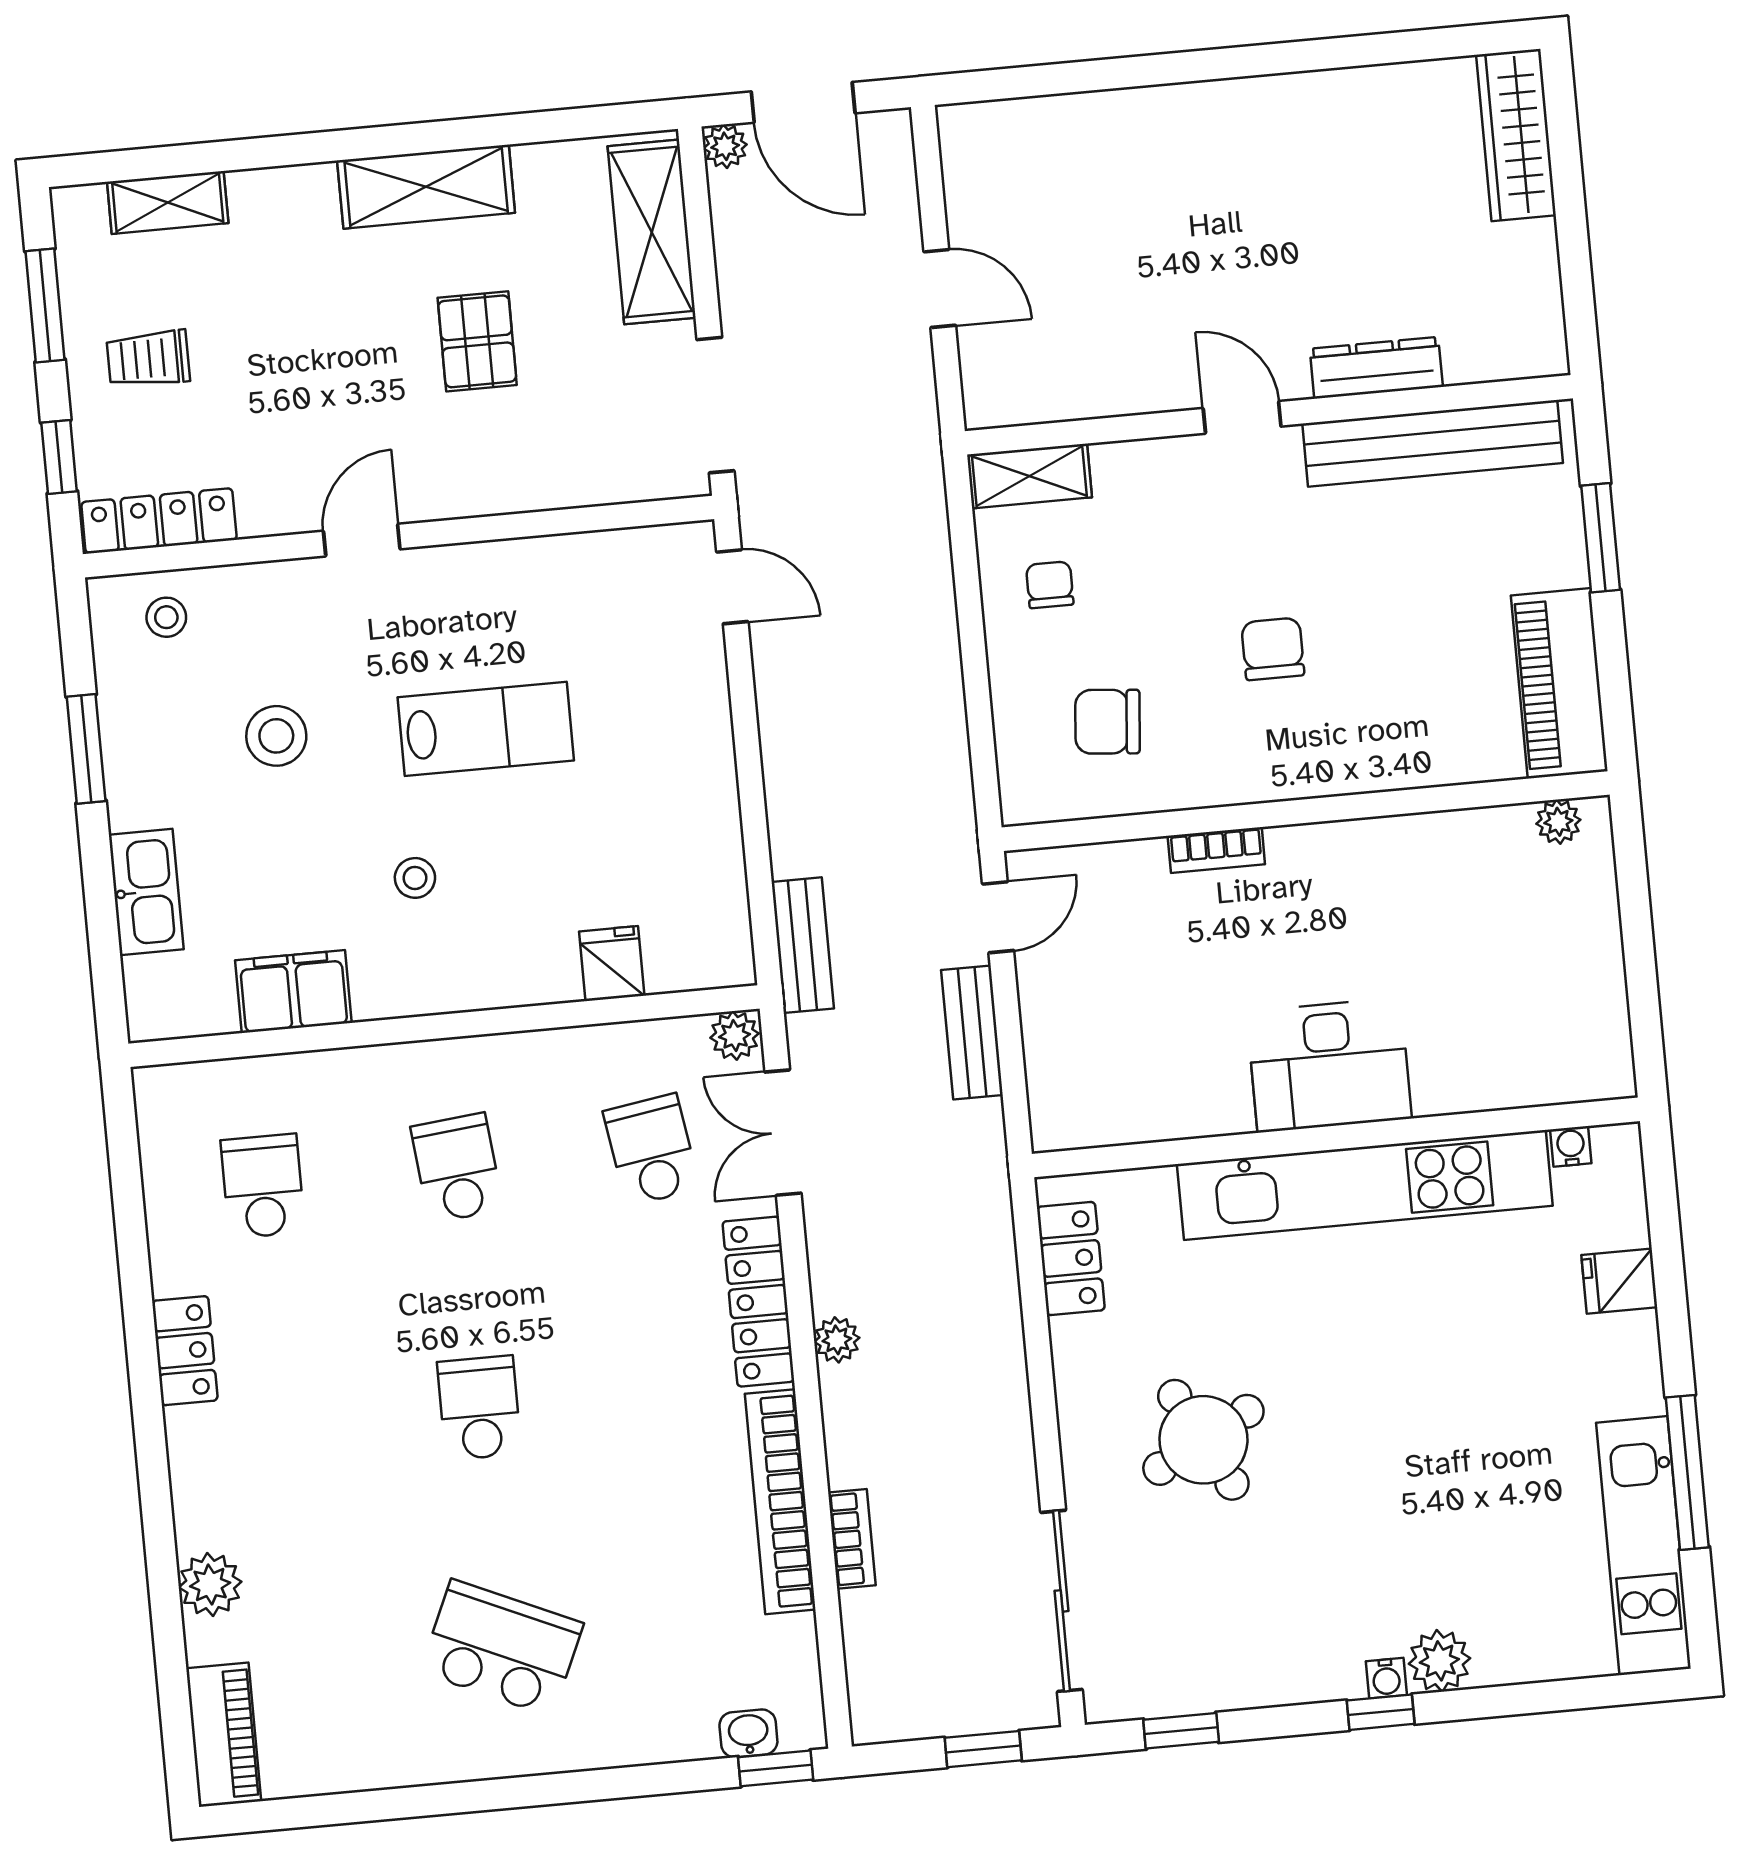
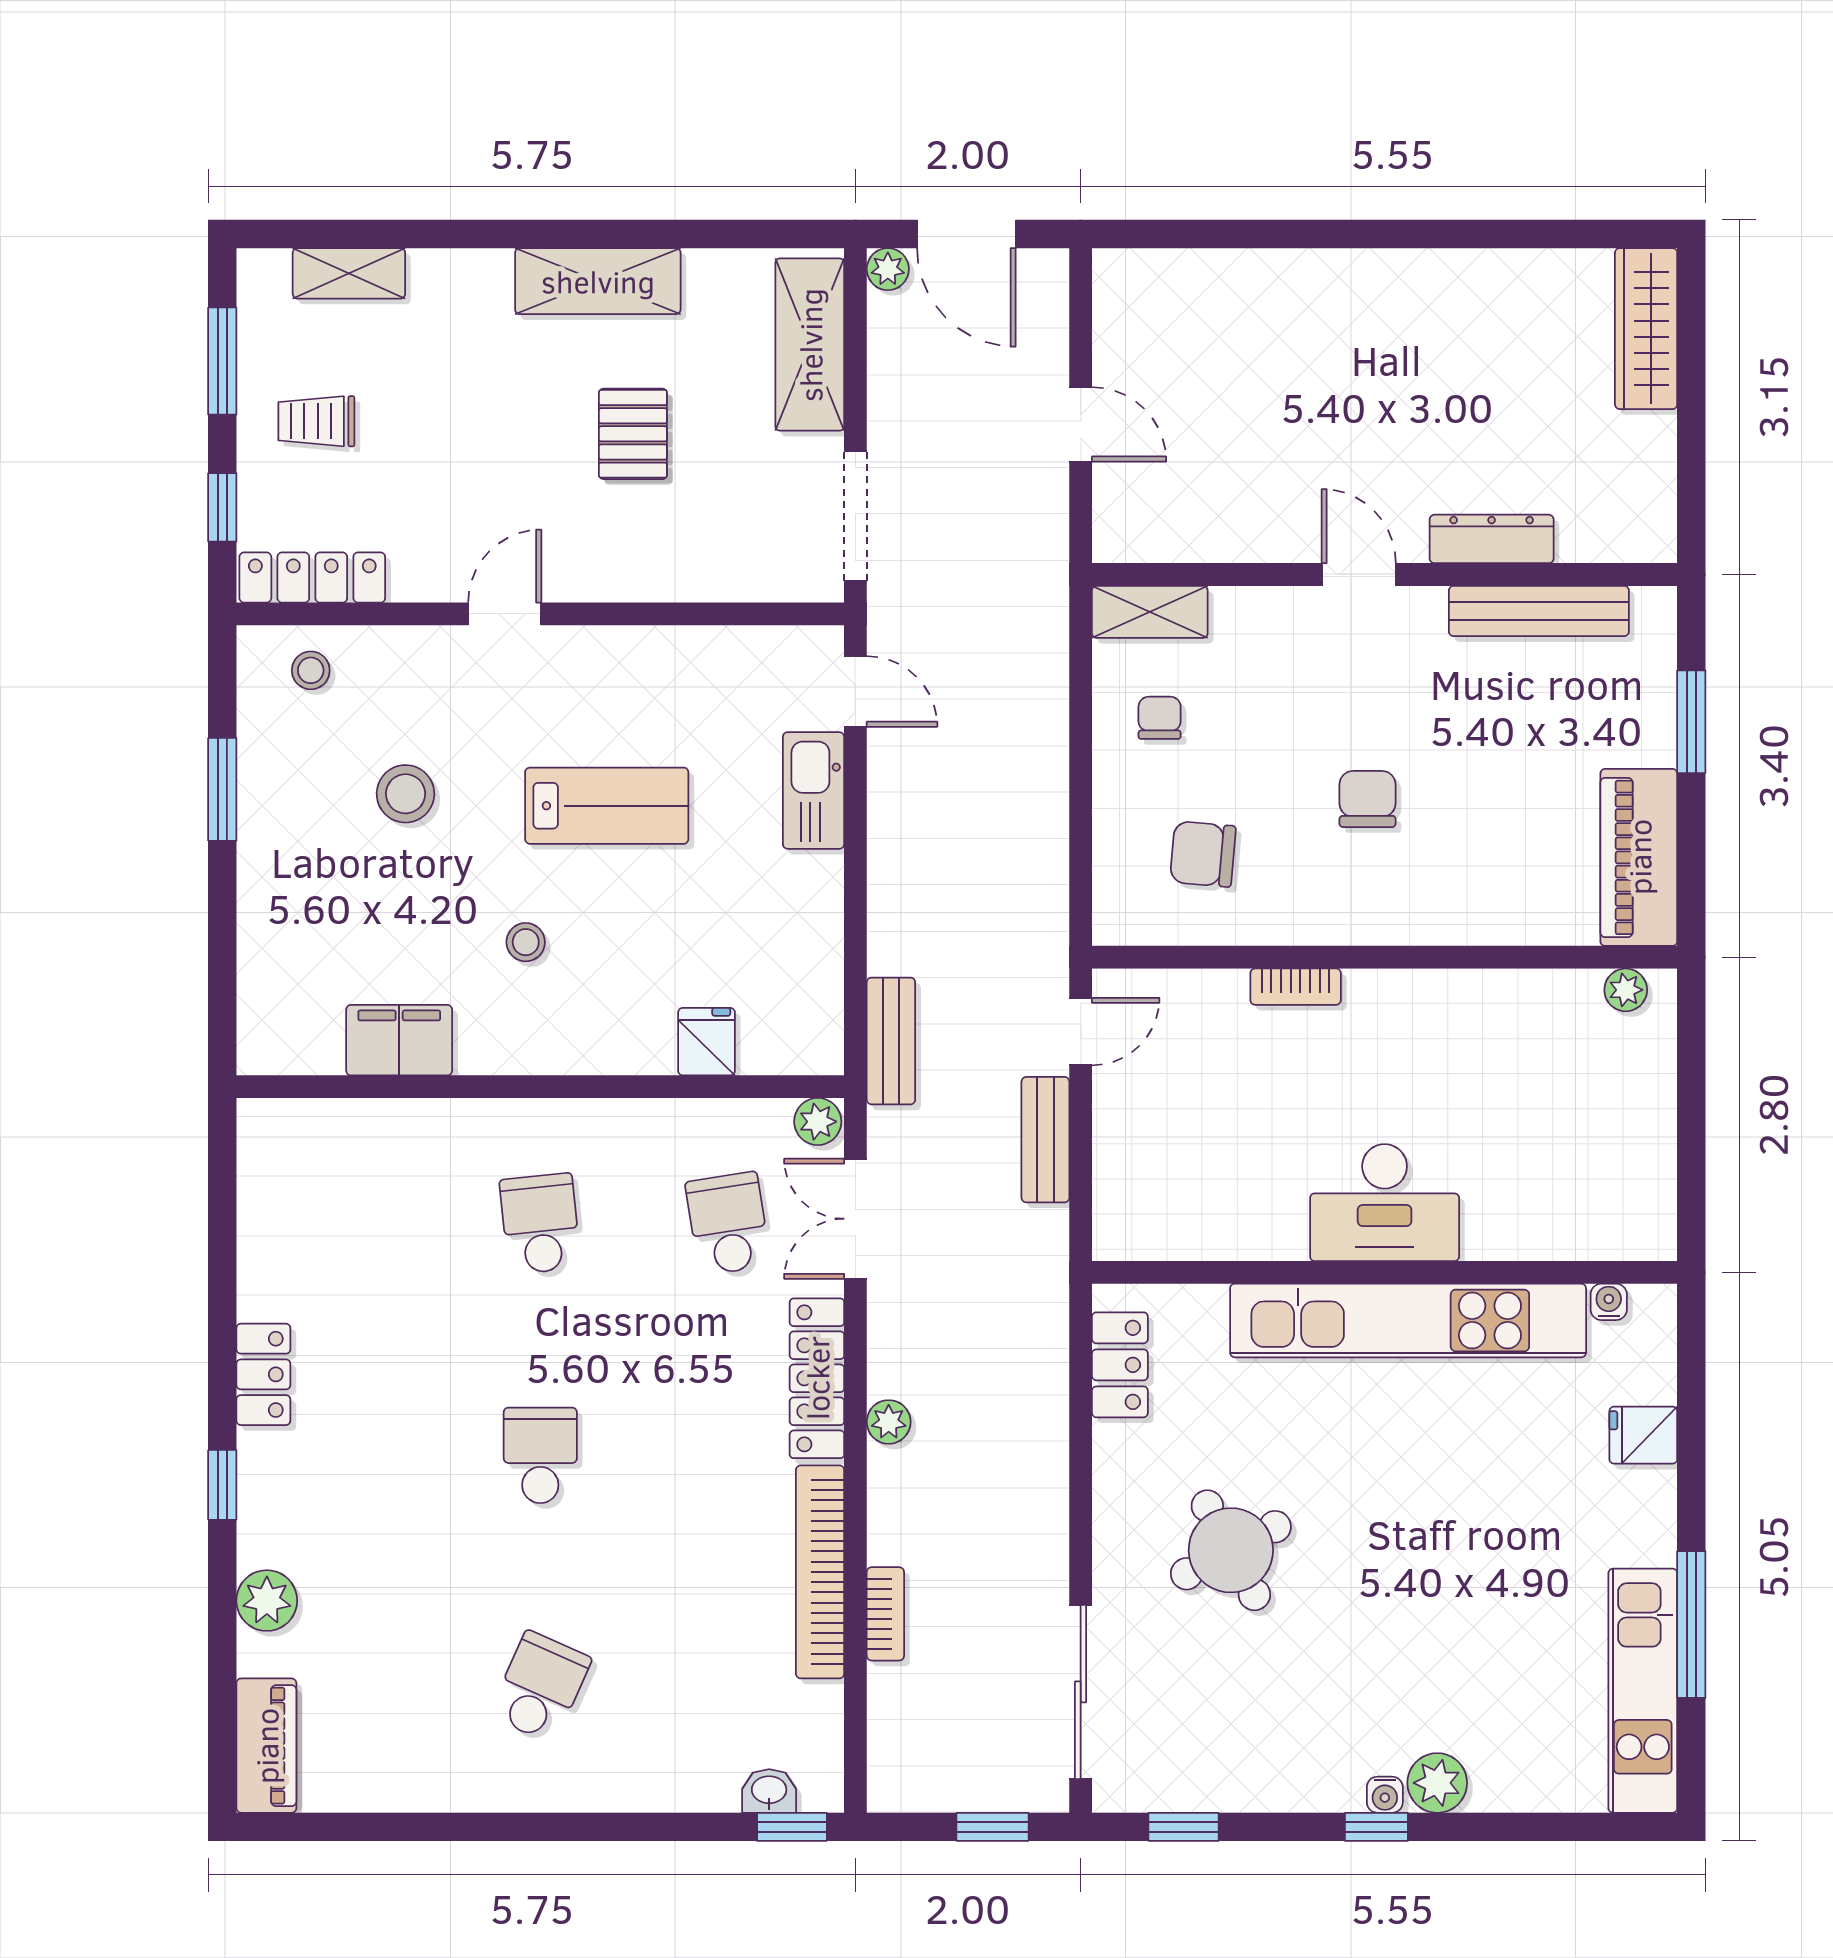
bench: (1433, 443) -> (1539, 611), width x0.73, depth x0.82
kitchen sink: (146, 892) -> (813, 790), moved, turned 180
school desk: (263, 1186) -> (353, 1224), removed
window: (153, 1469) -> (222, 1485), added
school desk: (502, 1648) -> (540, 1687), width x0.54

